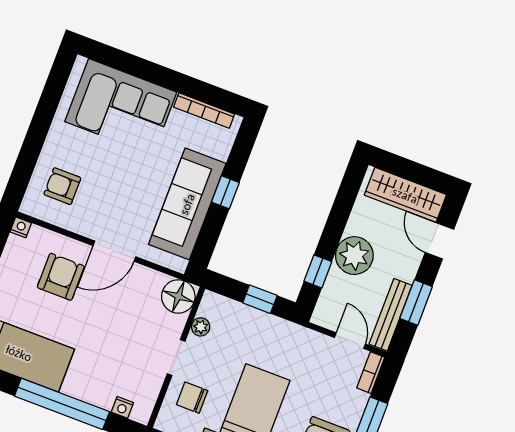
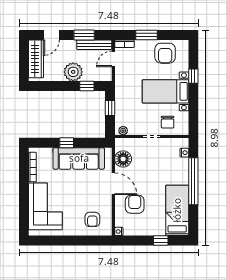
armchair: (61, 277) -> (135, 204), turned 90
floor lamp: (178, 296) -> (123, 159), moved
plant: (201, 327) -> (123, 131), moved

